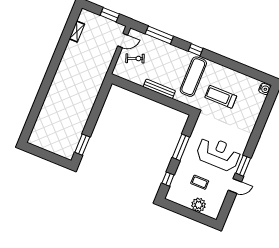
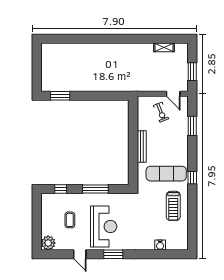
window: (159, 35) -> (192, 126), width x0.69
window: (196, 50) -> (192, 178), moved
water cooler: (265, 89) -> (160, 245), moved
treadmill: (221, 97) -> (173, 206), moved, turned 180
window: (243, 166) -> (113, 254), moved
plant: (199, 205) -> (48, 243), moved

